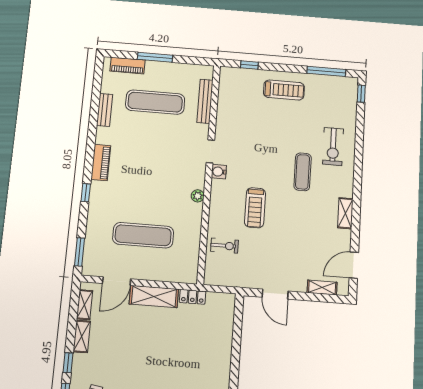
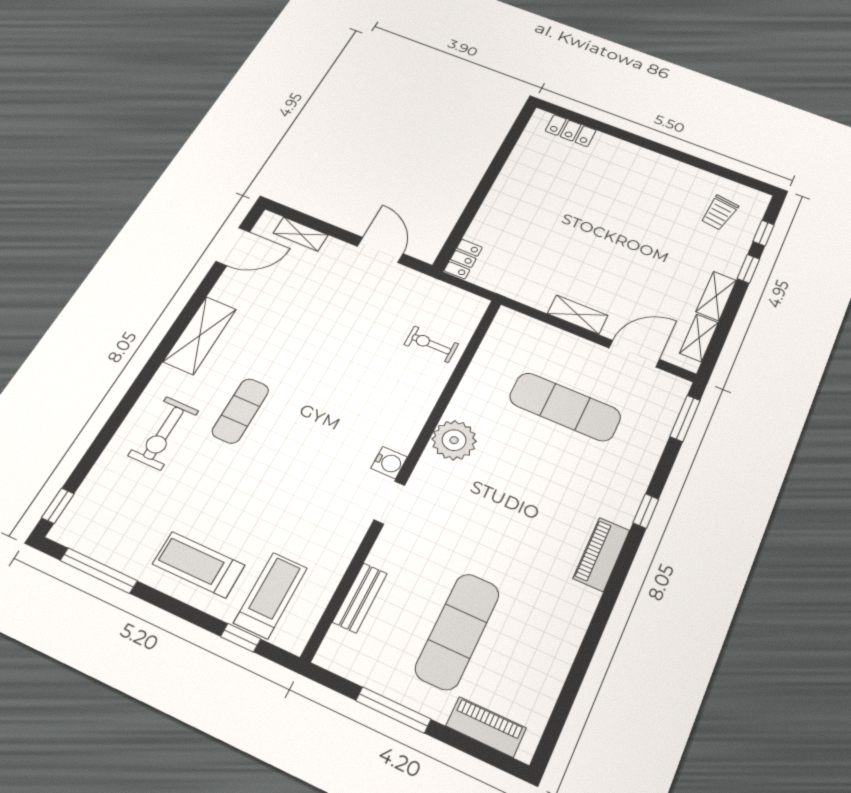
window: (155, 57) -> (393, 710), moved
bench: (205, 101) -> (360, 598), width x0.73
exercise mat: (155, 102) -> (458, 631), turned 90
bench: (104, 110) -> (563, 652), removed
exercise bike: (333, 146) -> (164, 433), turned 180
plant: (198, 196) -> (454, 440), width x1.88, depth x1.88
treadmill: (255, 208) -> (271, 595), moved
shelving: (345, 213) -> (200, 335), width x1.50, depth x1.33
shelving: (154, 297) -> (578, 315), width x0.67, depth x0.75
locker: (193, 297) -> (463, 259), moved, turned 90

